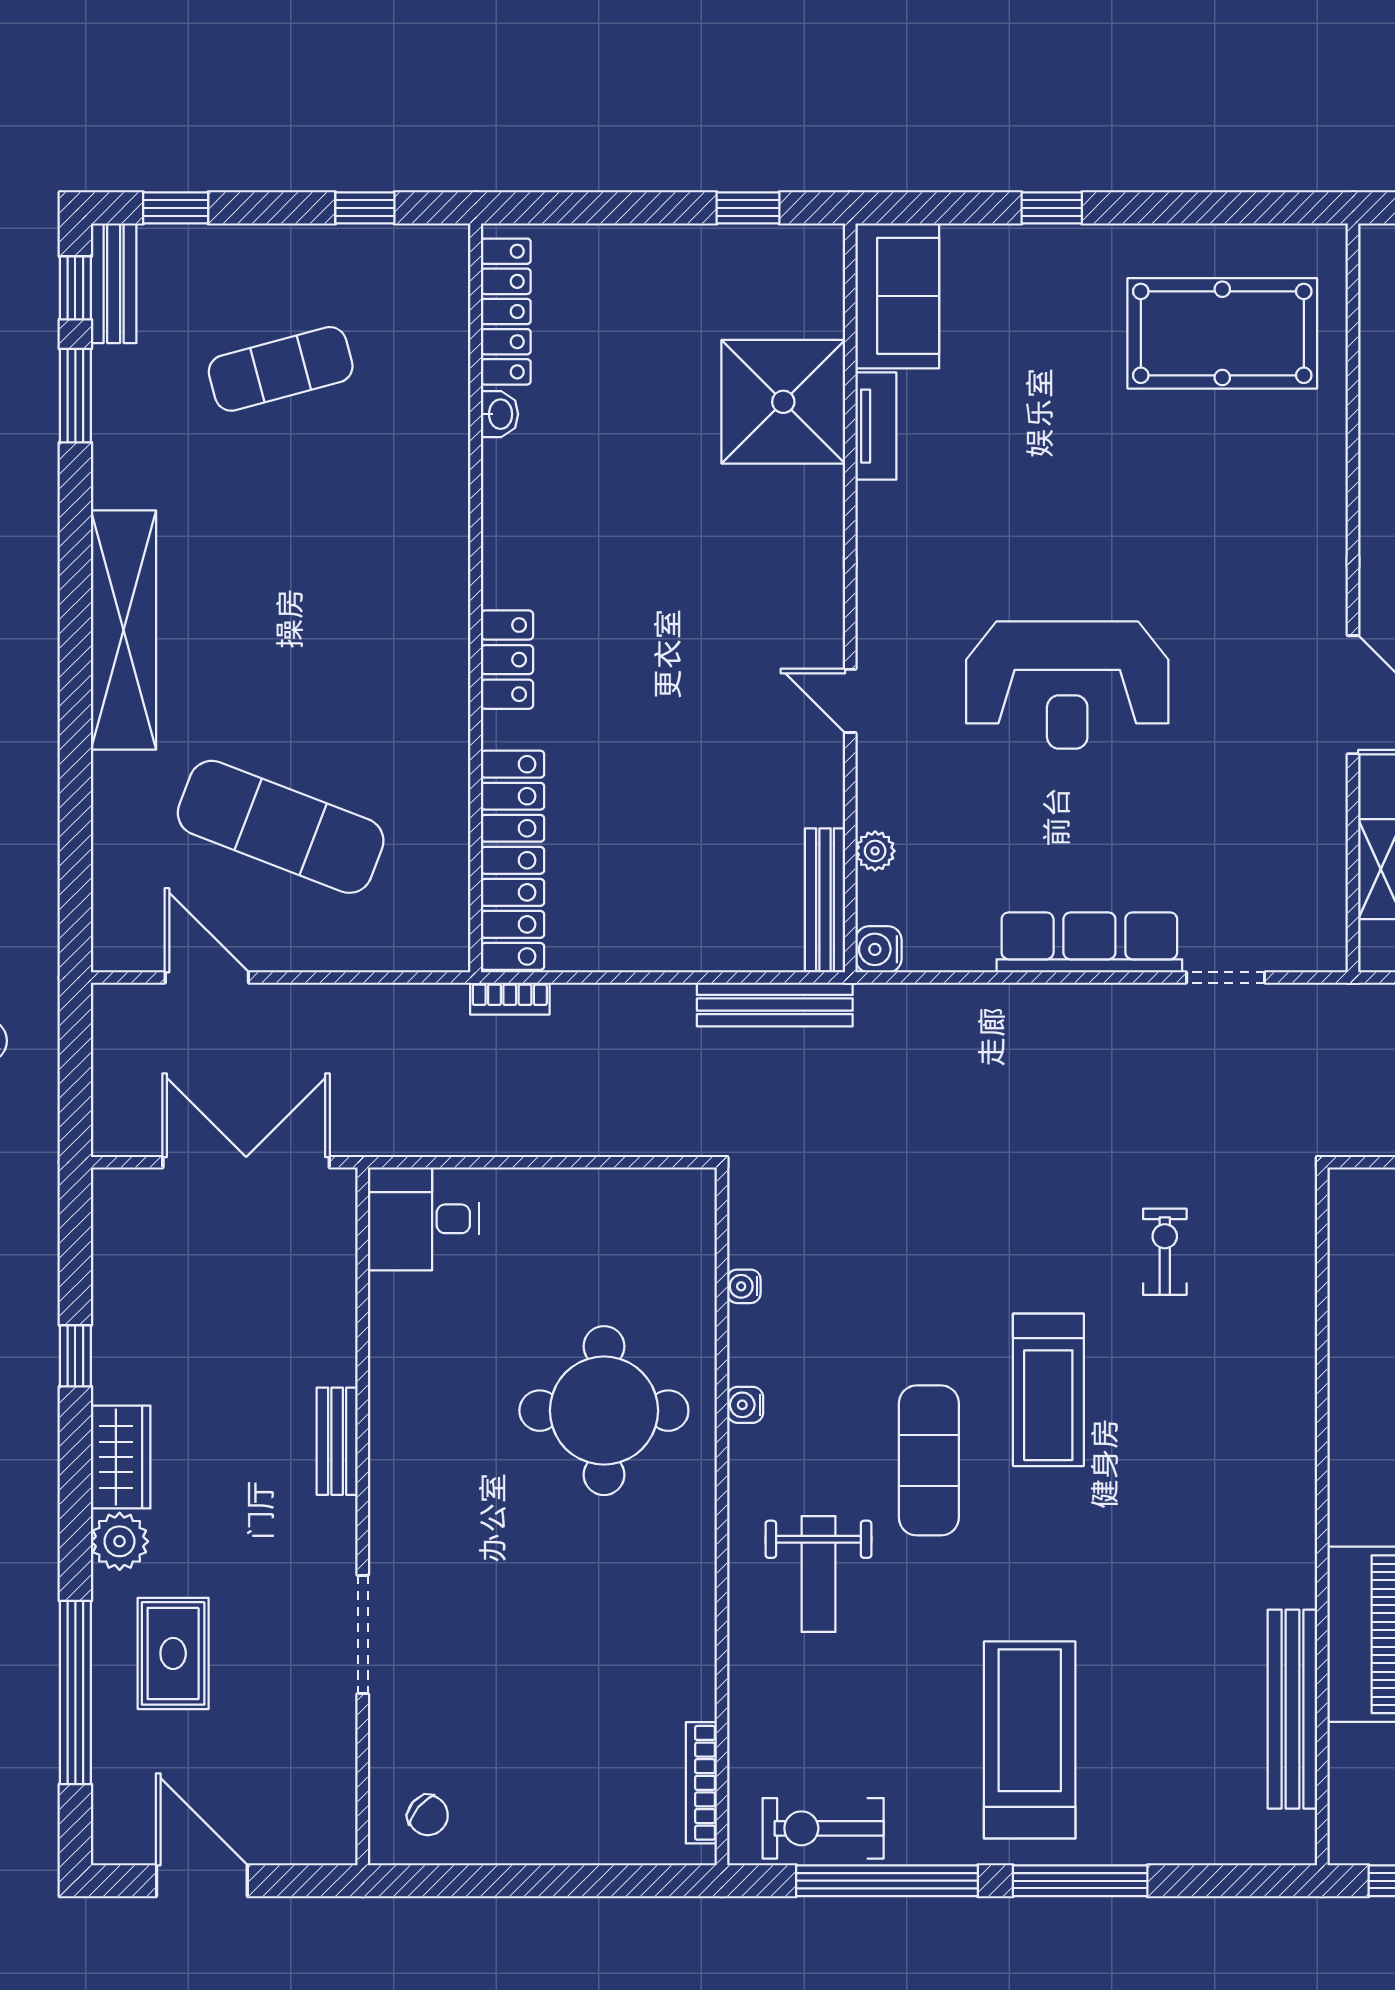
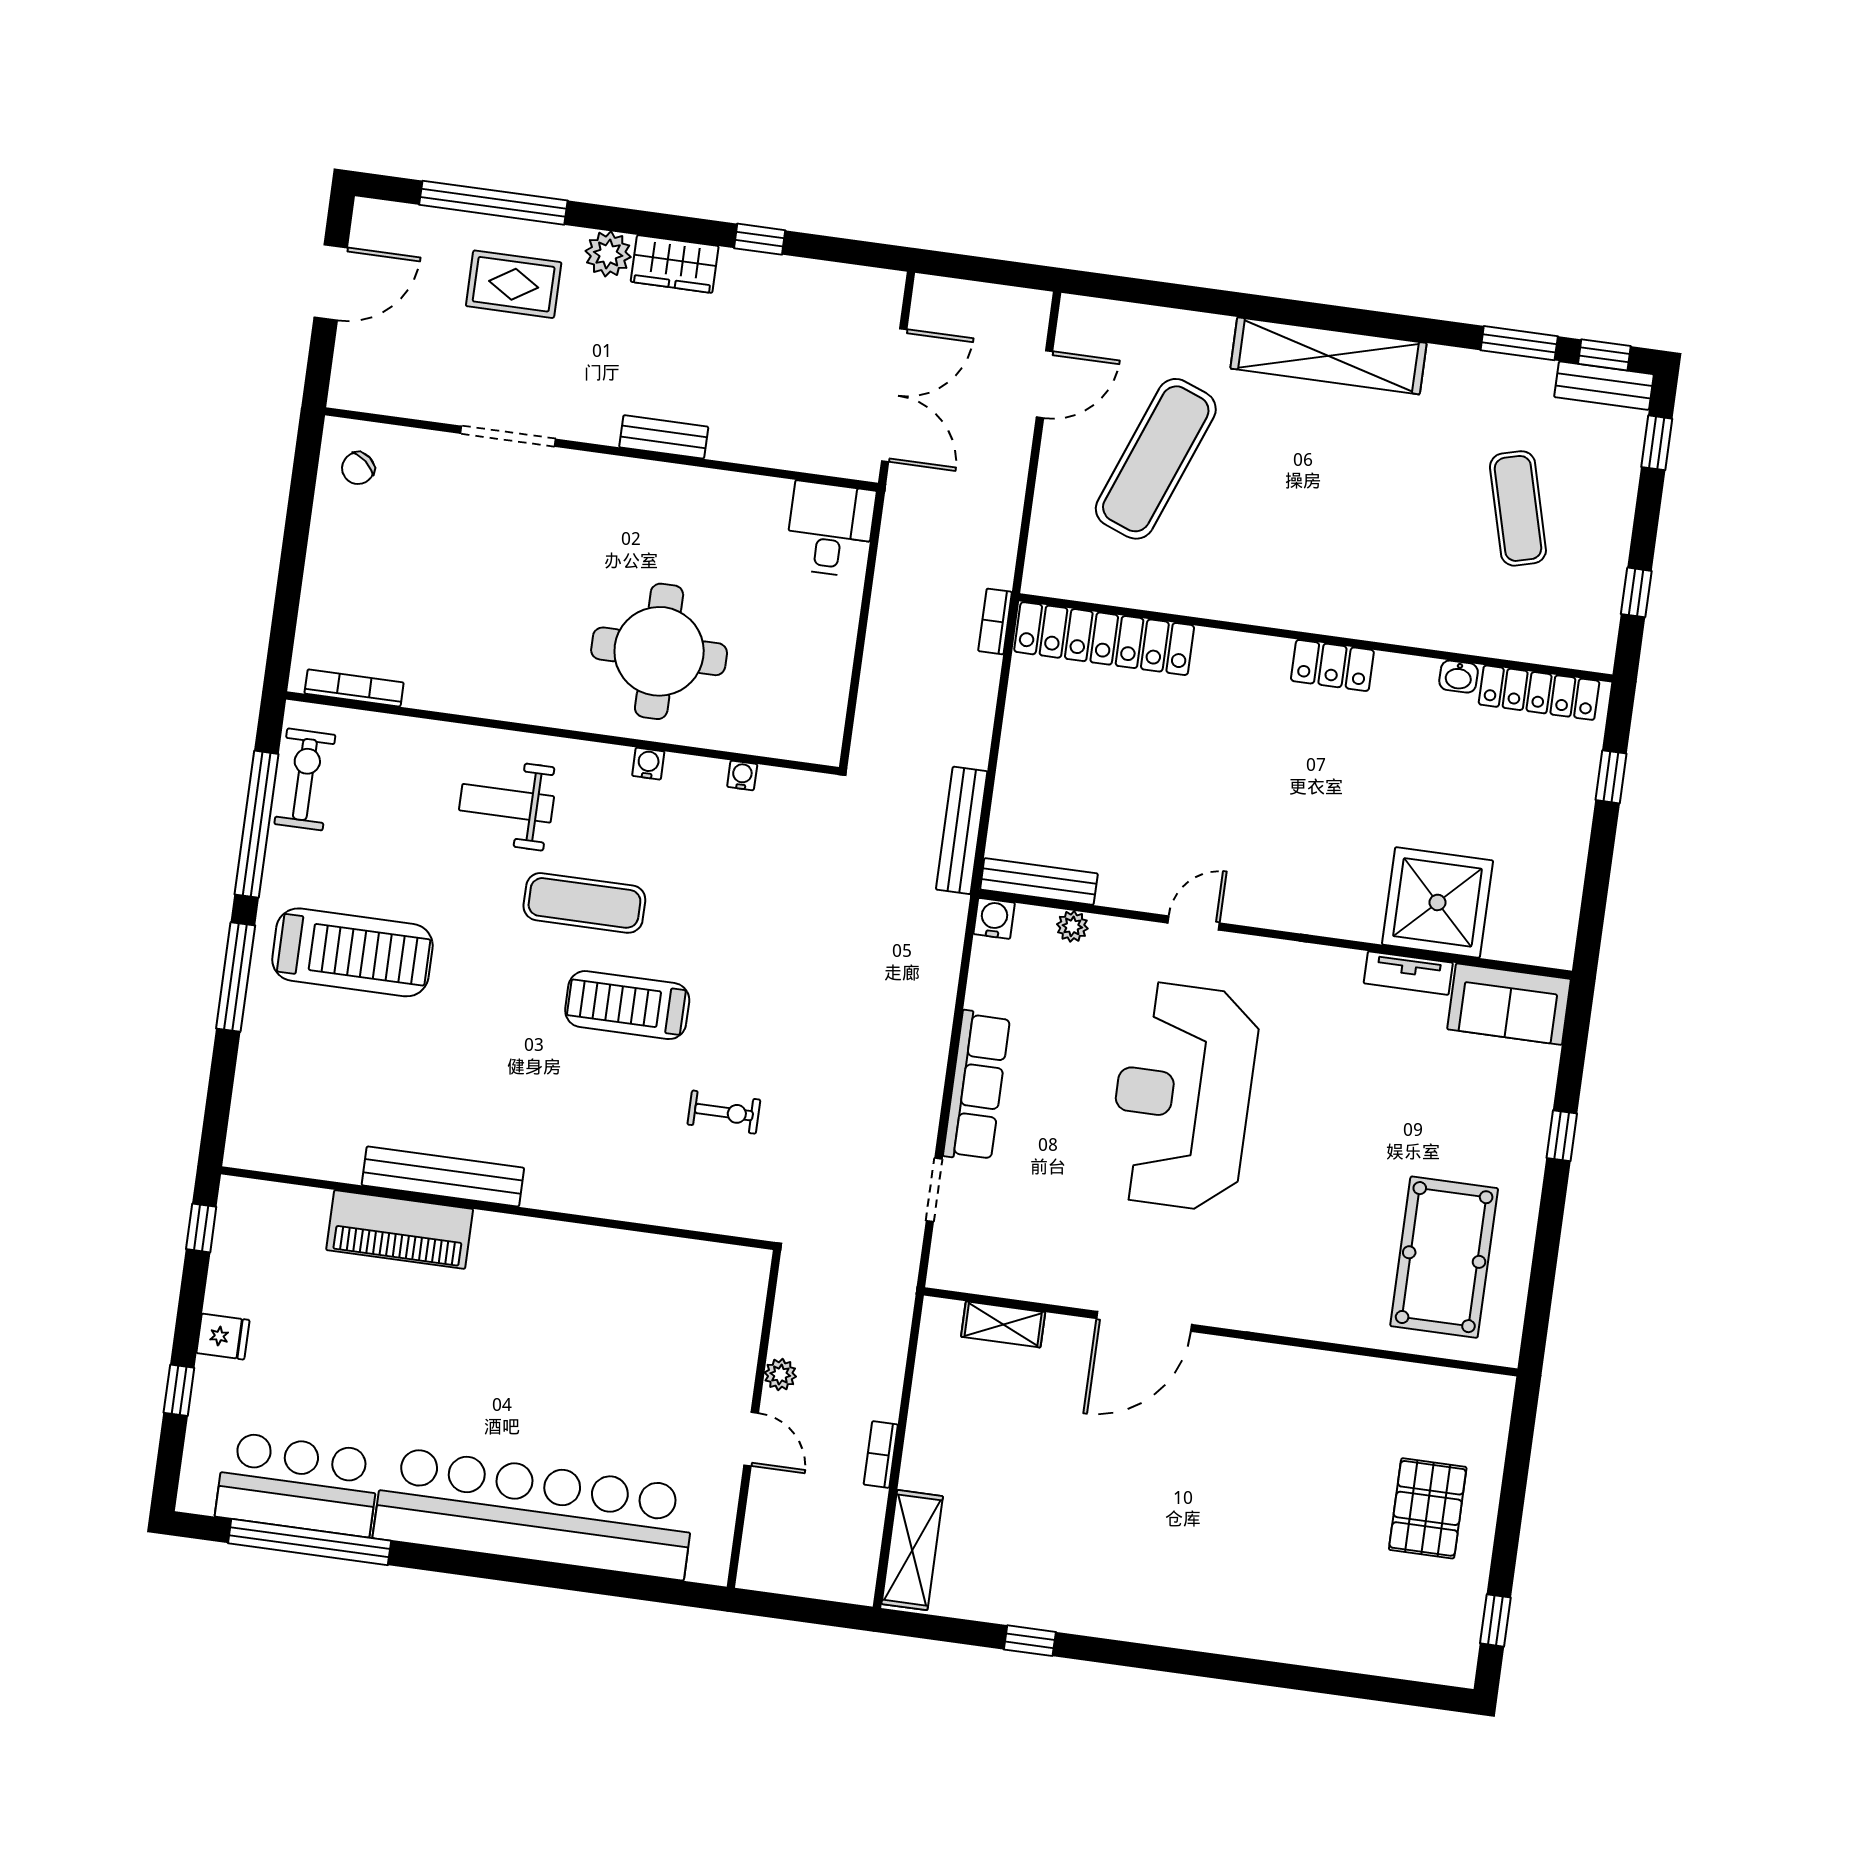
window: (748, 208) -> (1611, 777), moved
locker: (507, 660) -> (1332, 665), moved
reception desk: (1067, 685) -> (1183, 1096), width x1.36, depth x1.30
bench: (1292, 1709) -> (443, 1176), moved

